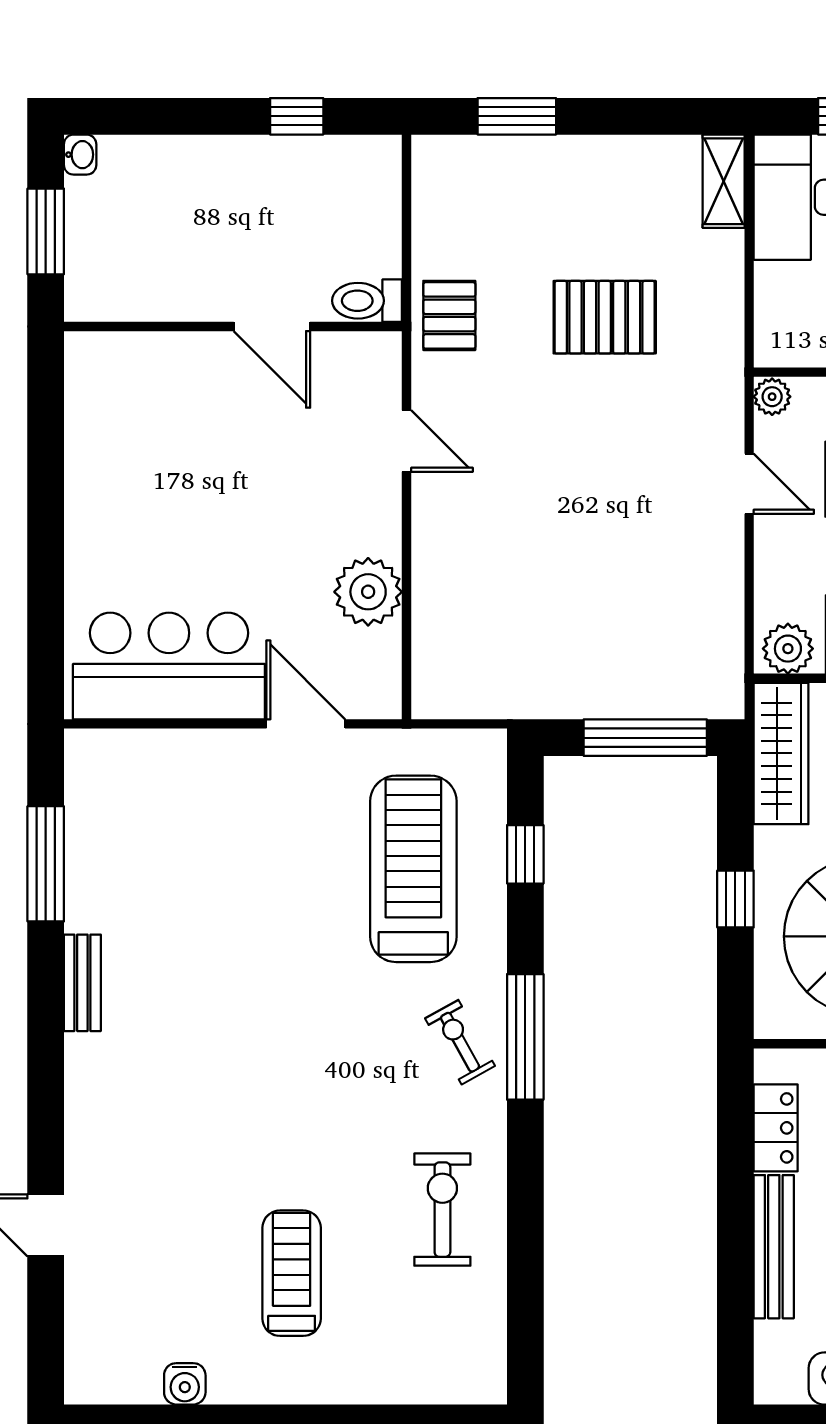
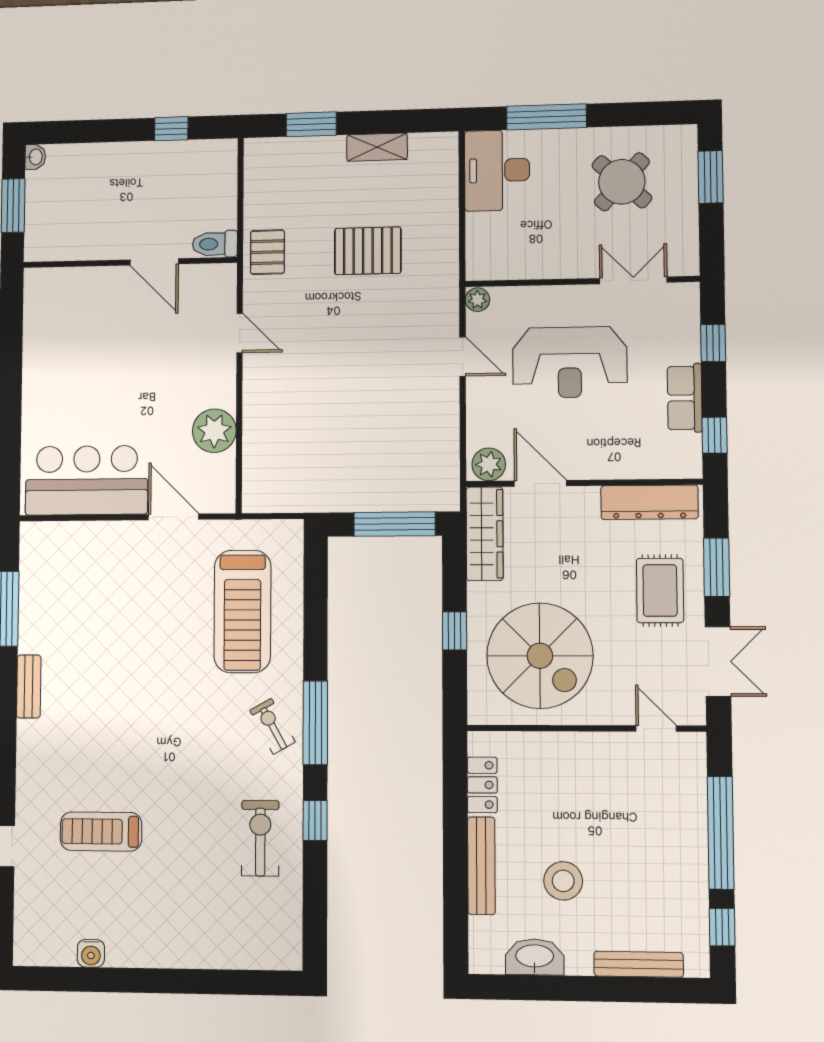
shelving: (724, 181) -> (377, 147), moved, turned 90
window: (525, 854) -> (315, 820), moved
treadmill: (413, 869) -> (242, 611), turned 180
treadmill: (292, 1273) -> (101, 831), moved, turned -90

